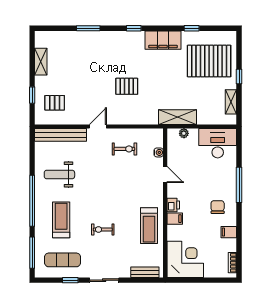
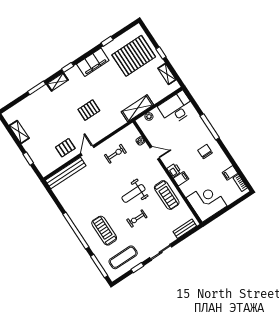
shelving: (114, 36) -> (57, 82), added
pallet: (55, 103) -> (65, 148), moved
weight bench: (59, 174) -> (133, 193), moved
filing cabinet: (229, 232) -> (230, 173), moved

